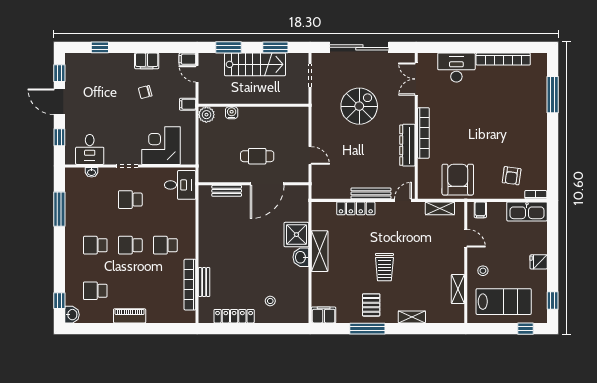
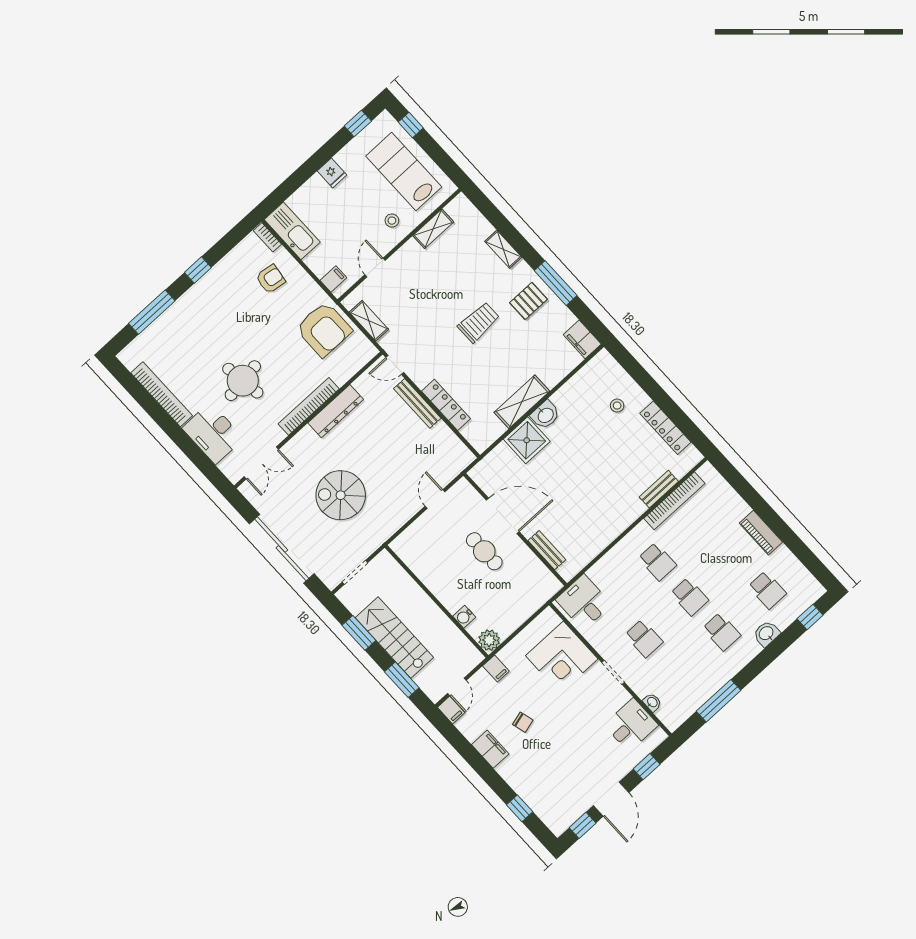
round table: (470, 110) -> (243, 381), added
window: (553, 141) -> (198, 270), added
armchair: (458, 180) -> (324, 329), turned -90
washbasin: (72, 315) -> (766, 634), moved

